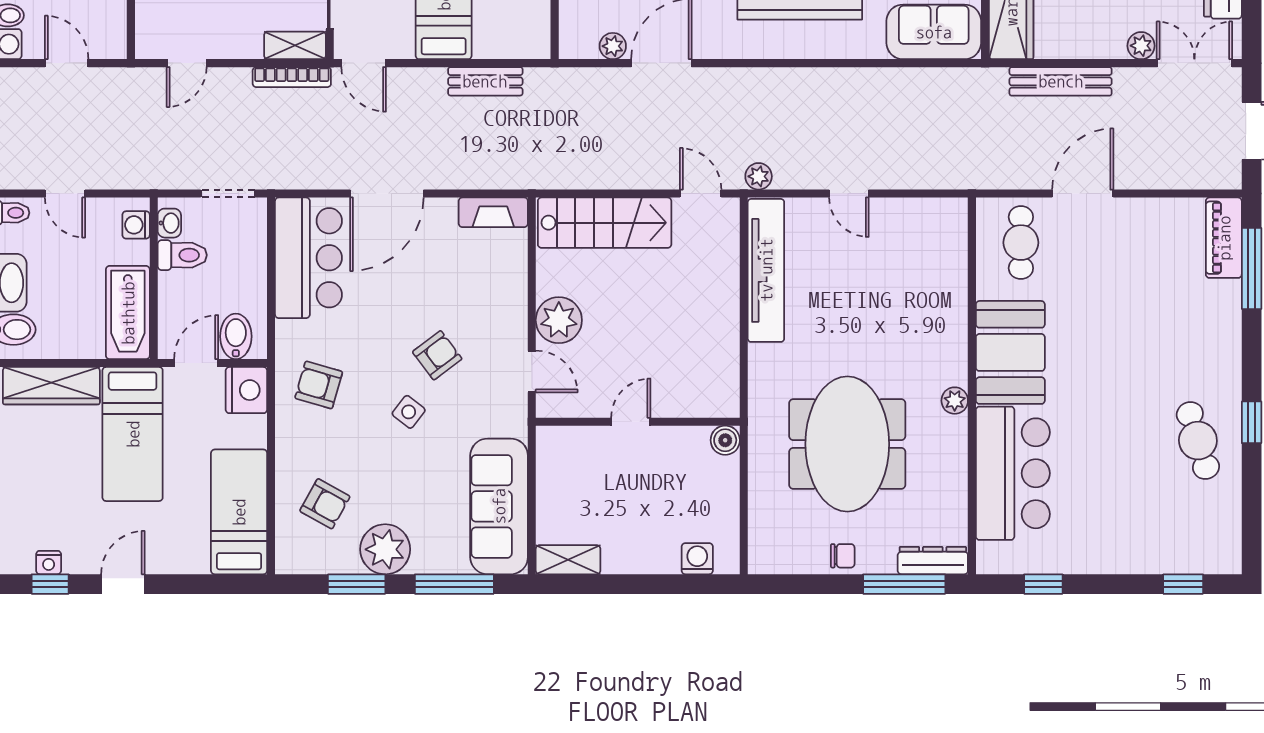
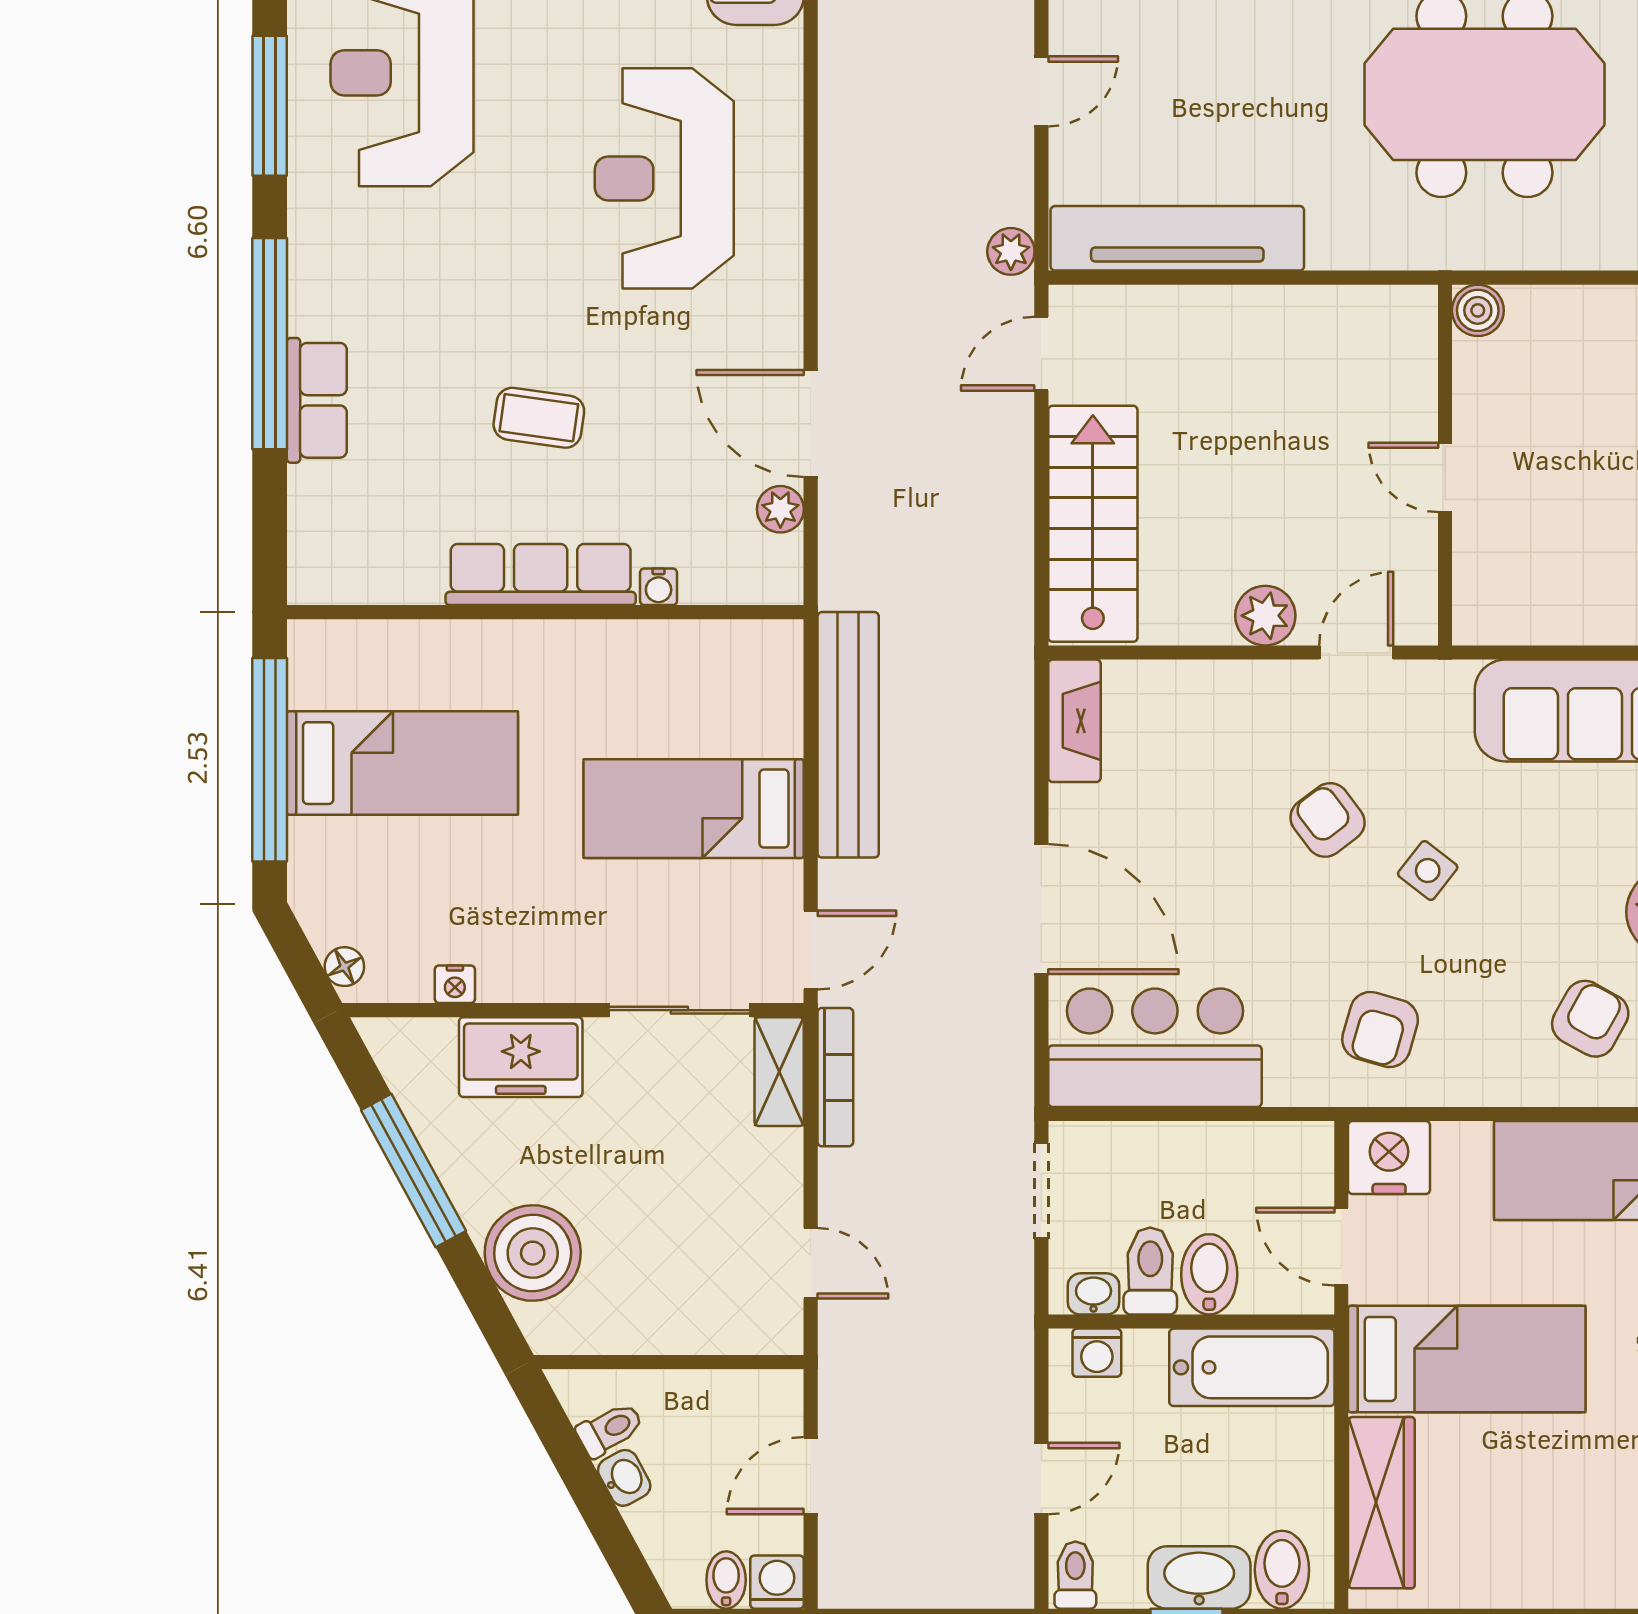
bench: (485, 81) -> (848, 735), width x1.86, depth x1.21
plant: (559, 320) -> (1265, 616), width x0.73, depth x0.73
bidet: (236, 336) -> (1209, 1274), moved, turned 90

